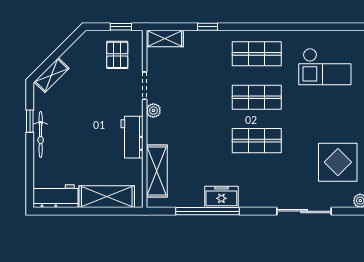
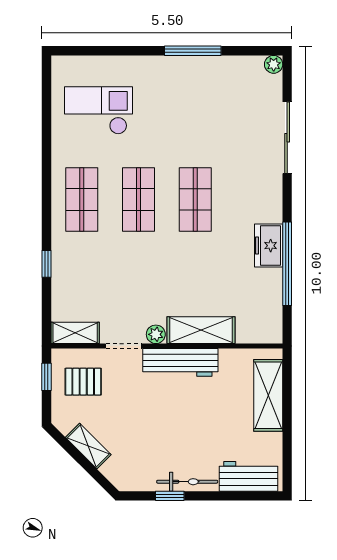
shelving: (165, 39) -> (75, 333), moved, turned 90
checkout: (325, 67) -> (99, 110), turned -90
shelving: (51, 75) -> (88, 446), moved
workbench: (132, 137) -> (180, 362), width x1.38
display table: (338, 162) -> (223, 94), removed
shelving: (157, 171) -> (201, 330), moved
workbench: (56, 196) -> (248, 476), moved, turned 90

